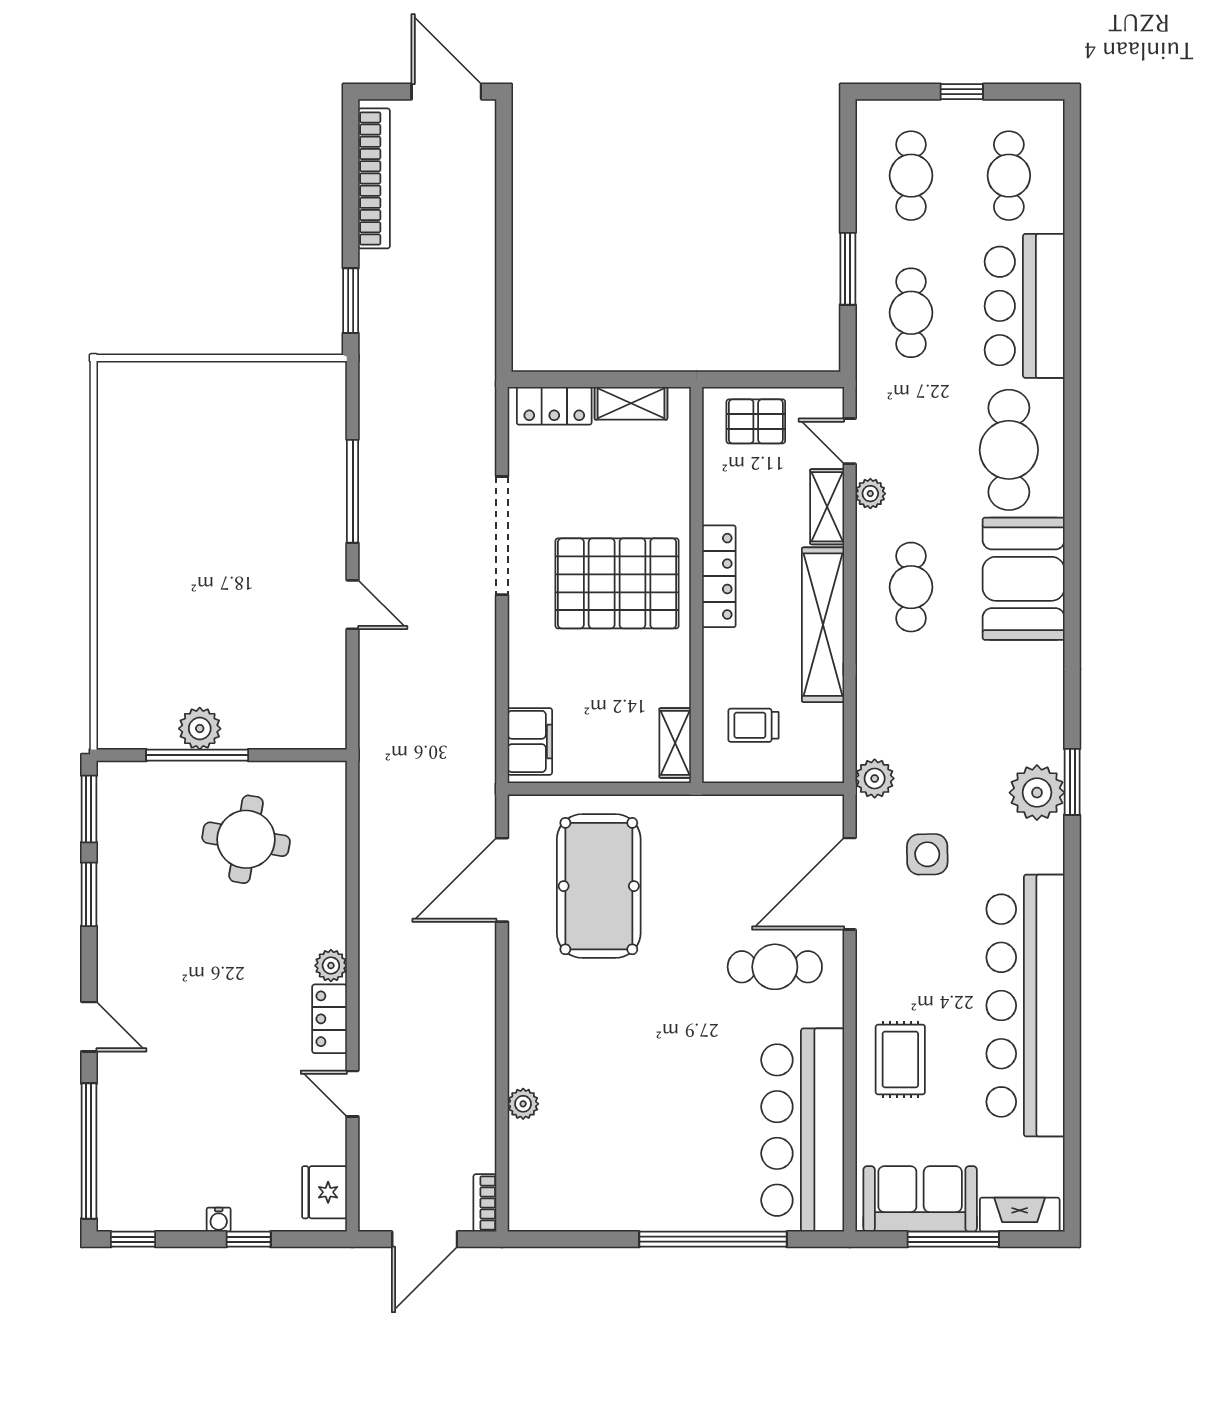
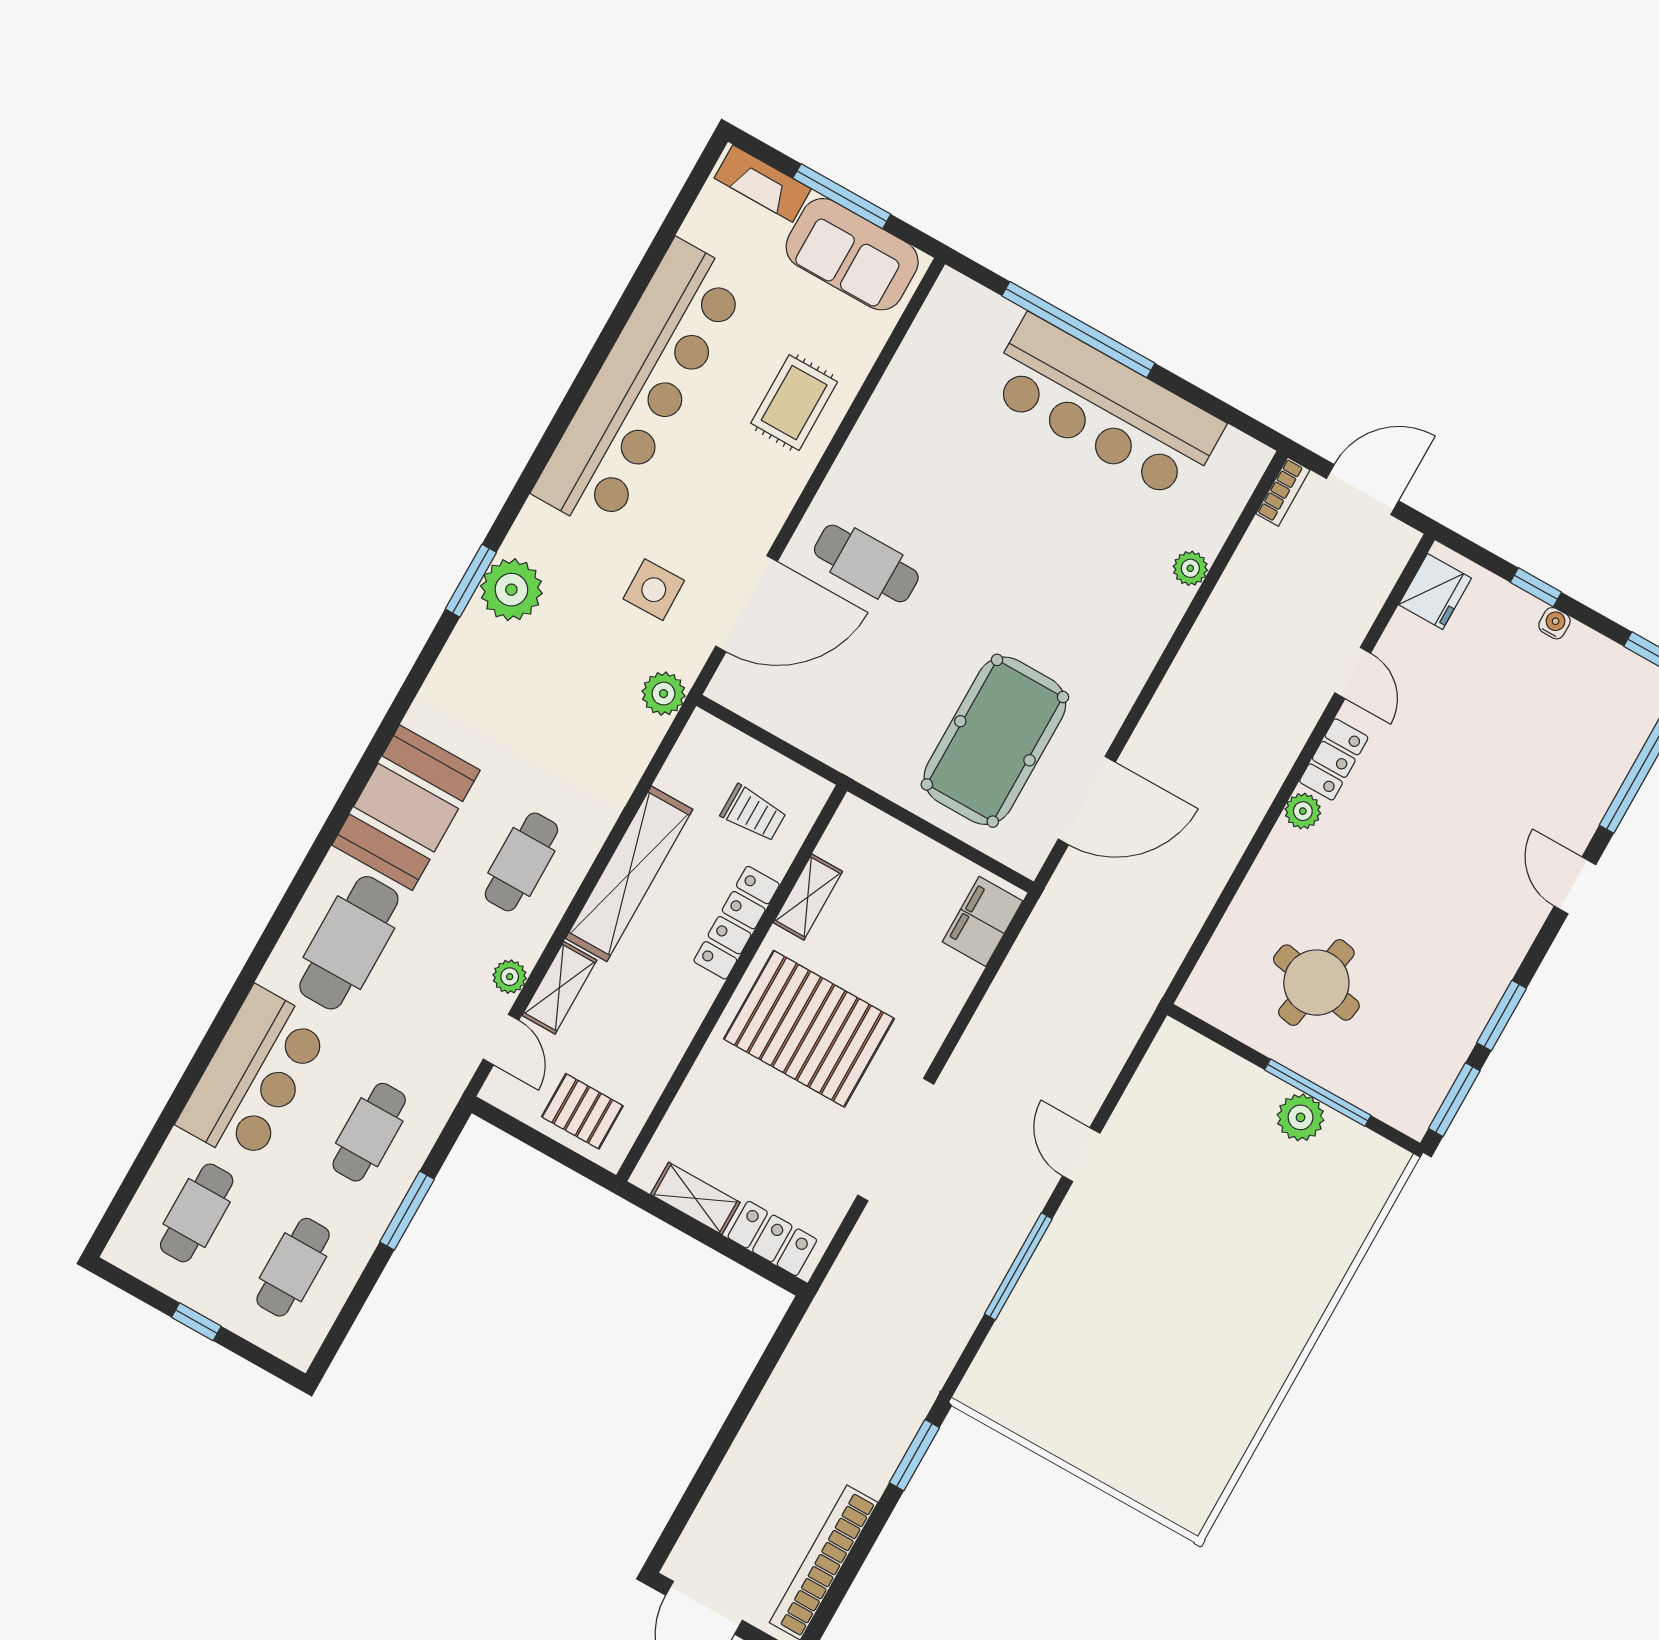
locker: (719, 576) -> (737, 923), moved
shelving: (675, 743) -> (808, 897), moved
bar counter: (803, 1130) -> (1105, 408), moved, turned 90

